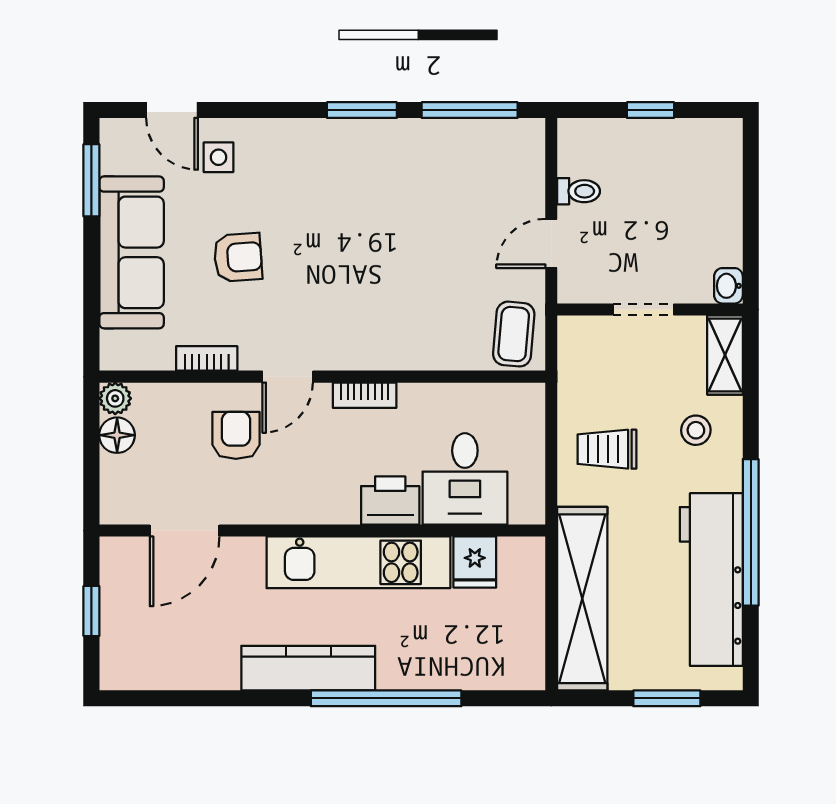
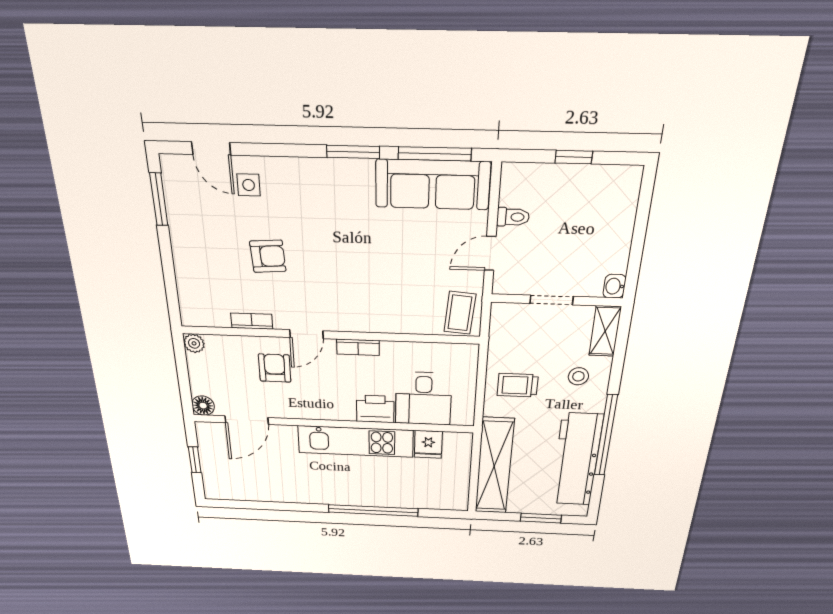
sofa: (132, 252) -> (433, 185), moved, turned 90
floor lamp: (117, 435) -> (203, 406), moved
kitchen counter: (308, 668) -> (327, 494), removed

